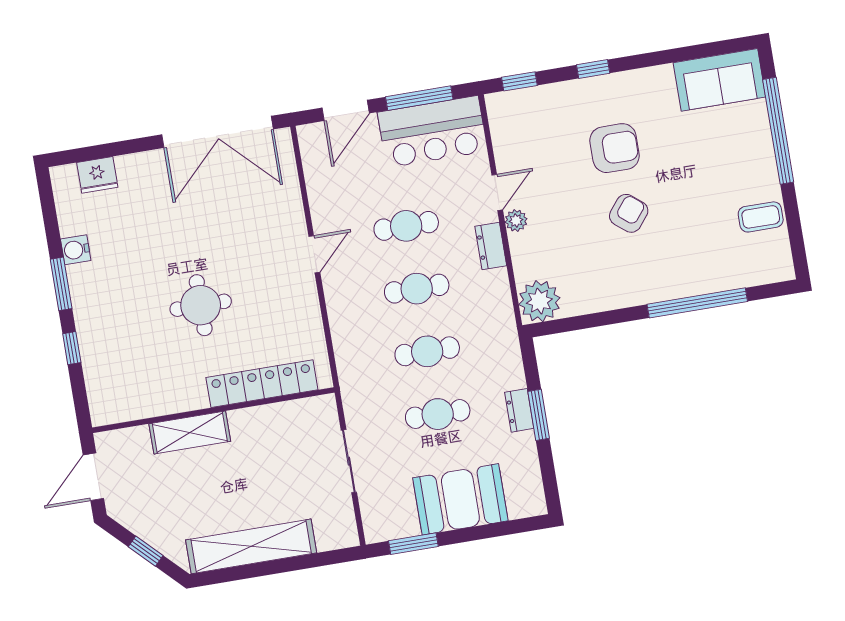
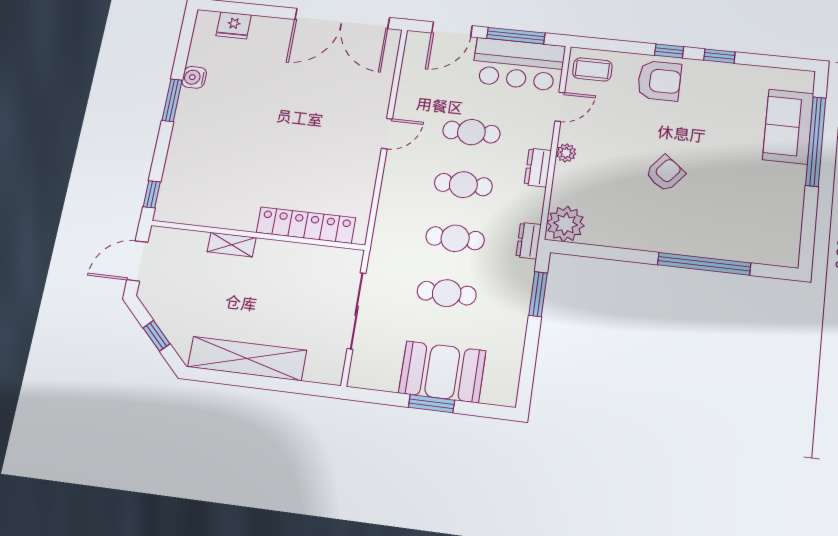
sofa: (719, 80) -> (788, 127), moved, turned 90
window: (519, 81) -> (719, 56), moved
armchair: (615, 148) -> (659, 81), moved
door: (497, 192) -> (560, 107), moved
coffee table: (761, 217) -> (592, 69), moved
round table: (201, 305) -> (278, 148), removed
window: (72, 348) -> (152, 194), moved
dresser: (519, 410) -> (529, 241), moved
window: (539, 415) -> (538, 294), moved
shelving: (190, 433) -> (232, 245), width x0.67, depth x0.75
sliding door: (349, 461) -> (357, 311), width x1.37
window: (413, 544) -> (432, 404), moved

